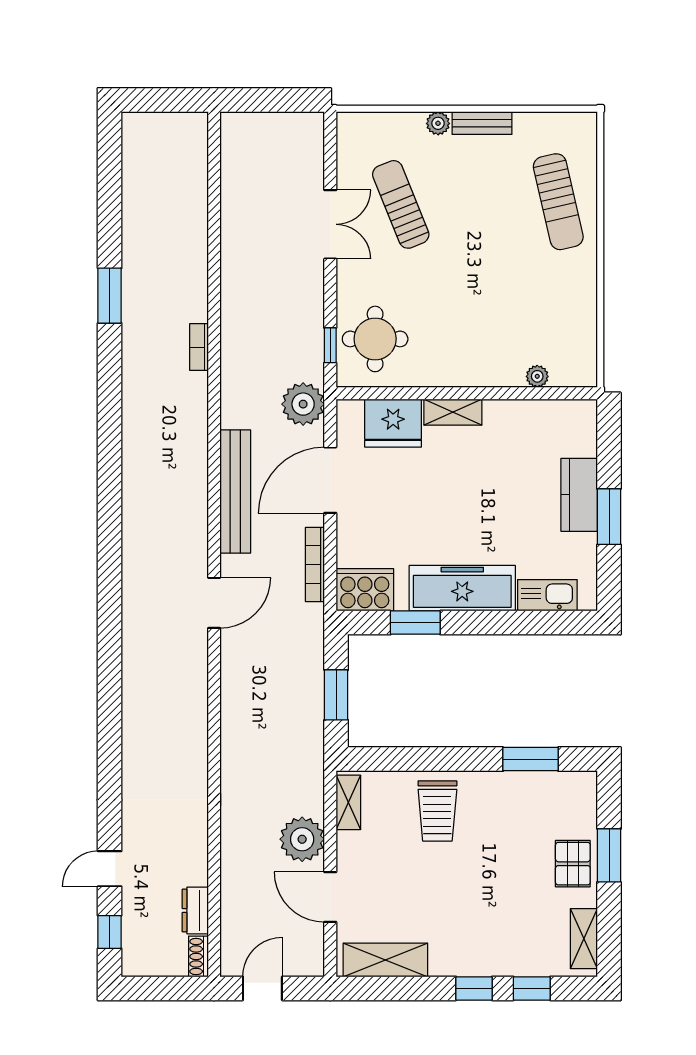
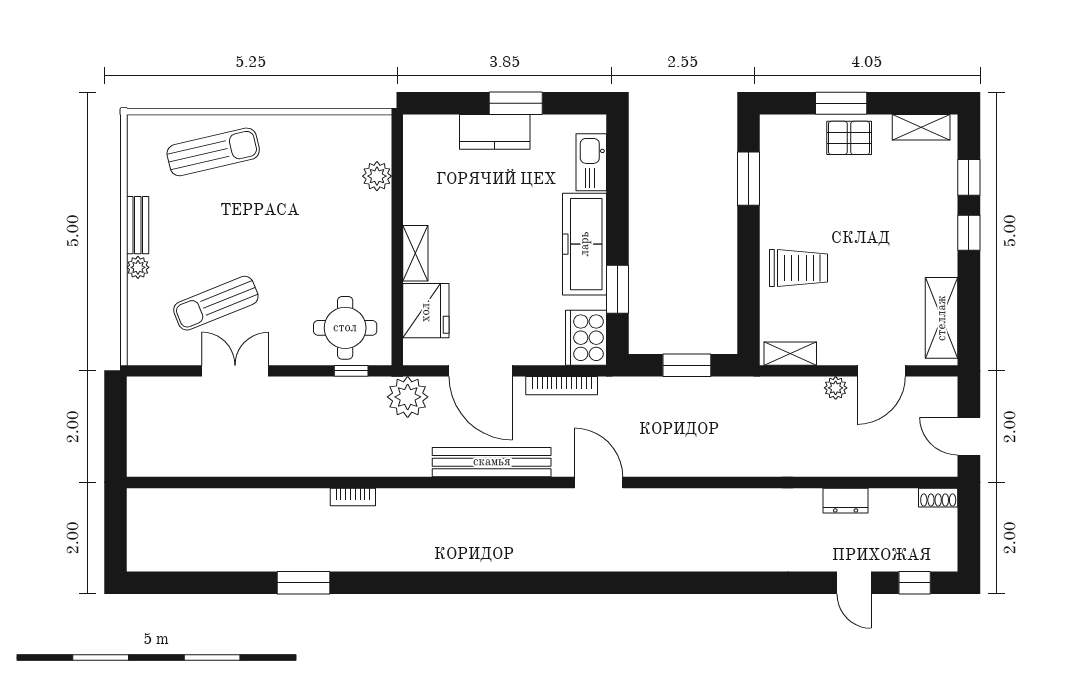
plant: (537, 376) -> (377, 176), width x1.38, depth x1.38
plant: (302, 839) -> (836, 388), width x0.53, depth x0.53
dresser: (195, 910) -> (846, 501), moved

